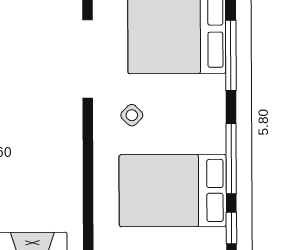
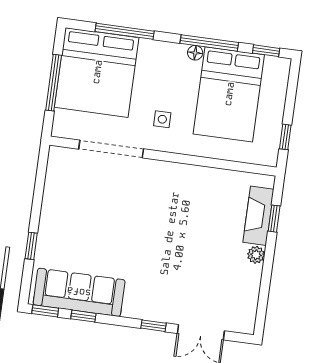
side table: (132, 115) -> (162, 119), turned 45
floor lamp: (217, 143) -> (195, 53), added

